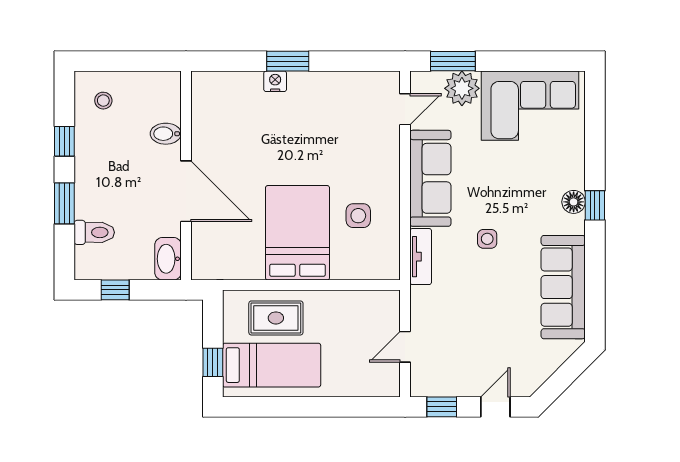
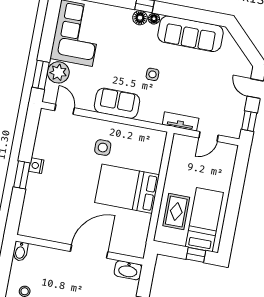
nightstand: (275, 81) -> (36, 166), moved
bidet: (166, 134) -> (20, 251), moved
sofa: (430, 178) -> (117, 103), width x0.73
side table: (358, 216) -> (103, 148), moved
floor lamp: (576, 224) -> (154, 19), added
tv unit: (421, 257) -> (181, 121), moved
door: (405, 347) -> (209, 136), hinge flipped

